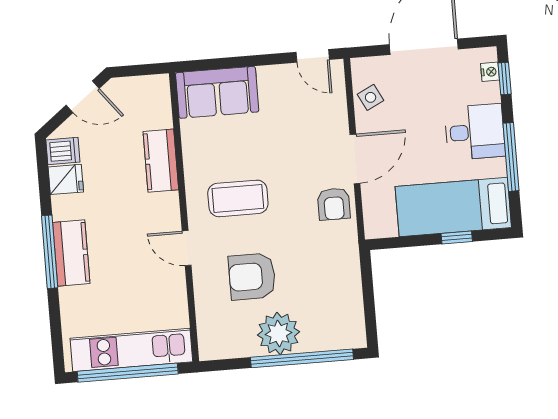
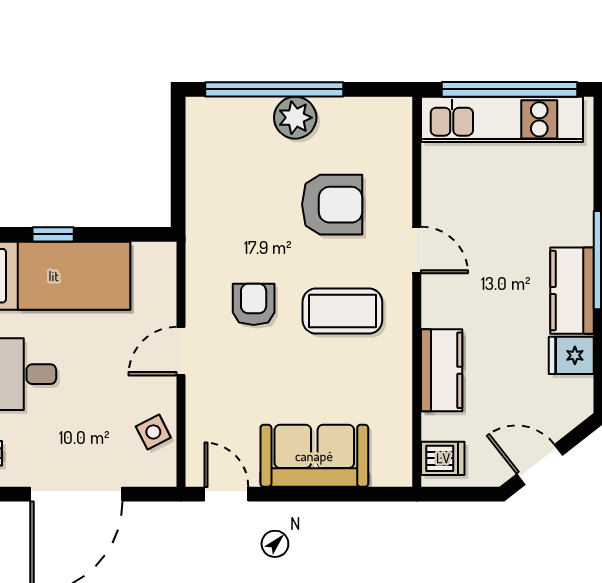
sofa: (217, 92) -> (314, 456), moved
dishwasher: (63, 151) -> (443, 458), moved, turned 180
door: (355, 159) -> (181, 351), width x0.73
armchair: (334, 204) -> (254, 304), moved
kitchen counter: (71, 253) -> (572, 291), moved
plant: (279, 333) -> (295, 118), width x0.73, depth x0.73

